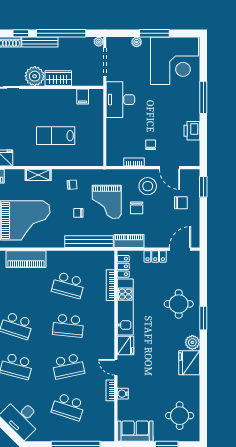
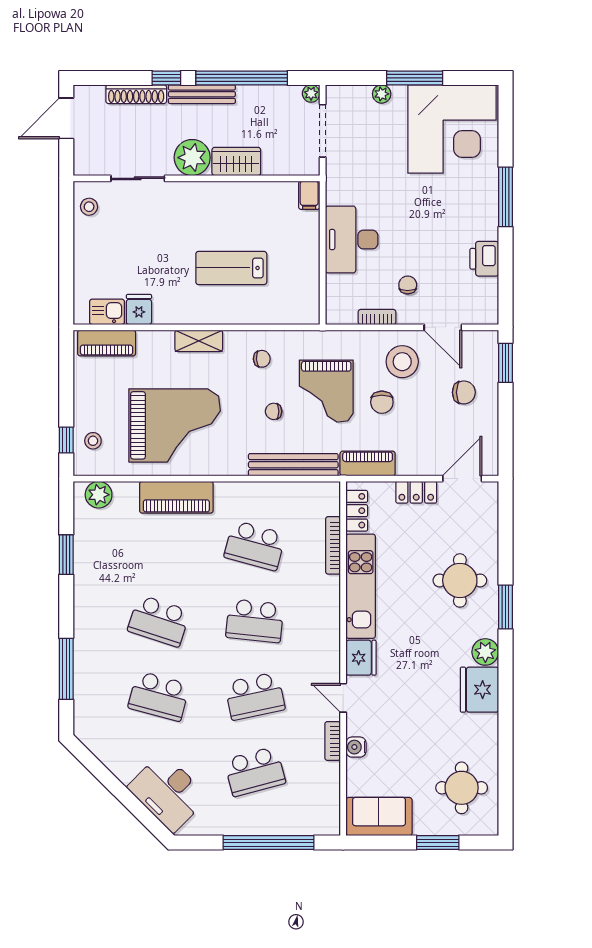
filing cabinet: (83, 96) -> (309, 195), moved
desk: (120, 100) -> (352, 240), moved
school desk: (68, 407) -> (255, 771), turned -33

